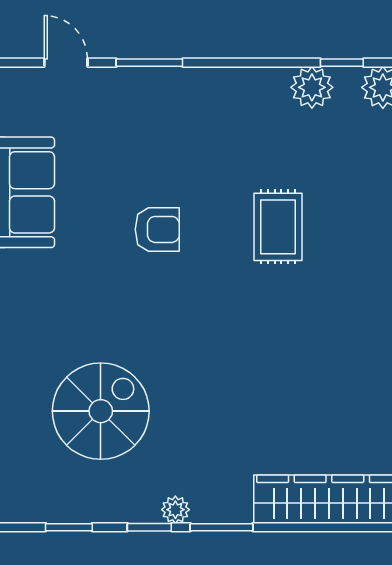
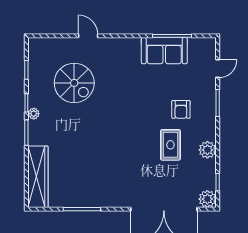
plant: (312, 87) -> (207, 150), moved
rug: (278, 227) -> (170, 145), moved, turned 90
armchair: (157, 229) -> (181, 109), moved

